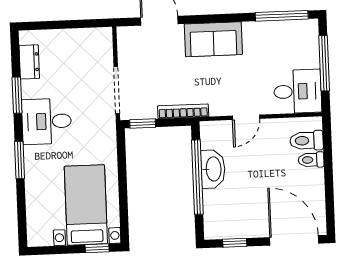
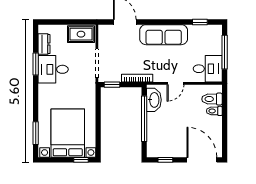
window: (282, 16) -> (200, 22), width x0.46
sofa: (213, 39) -> (164, 35), width x1.36
rug: (89, 43) -> (81, 34), added
desk: (47, 121) -> (53, 69), moved
window: (20, 160) -> (36, 133), moved
washbasin: (213, 169) -> (154, 100), moved
bed with nightstands: (86, 205) -> (68, 133), width x1.36

